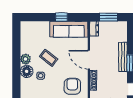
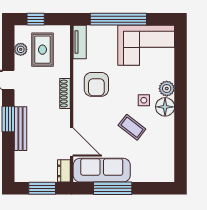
window: (62, 17) -> (113, 188), width x2.17
plant: (25, 59) -> (167, 89), moved
door: (89, 60) -> (72, 142), moved

